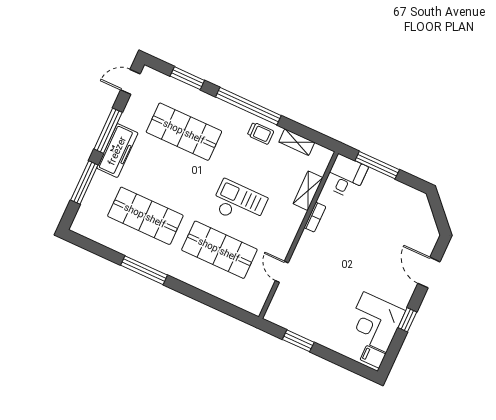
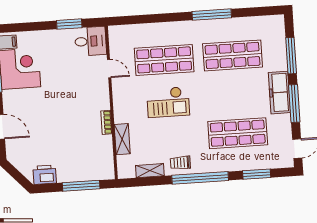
desk: (346, 176) -> (91, 41), moved, turned -90
printer: (409, 197) -> (45, 175), added

